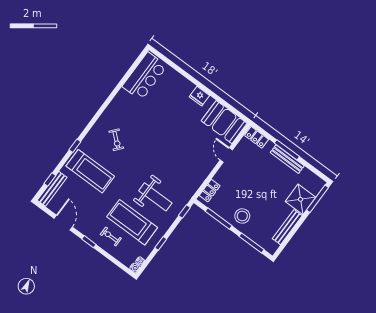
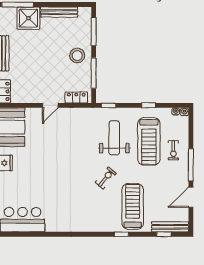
exercise bike: (116, 140) -> (106, 178), moved
door: (226, 155) -> (50, 105), moved
window: (89, 242) -> (191, 165), width x2.17

